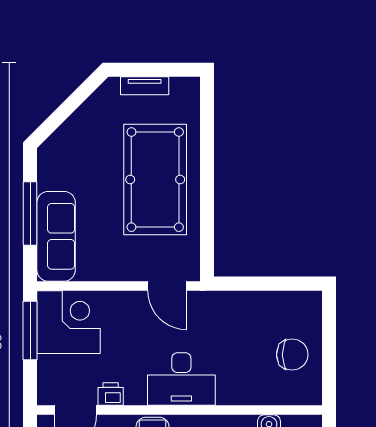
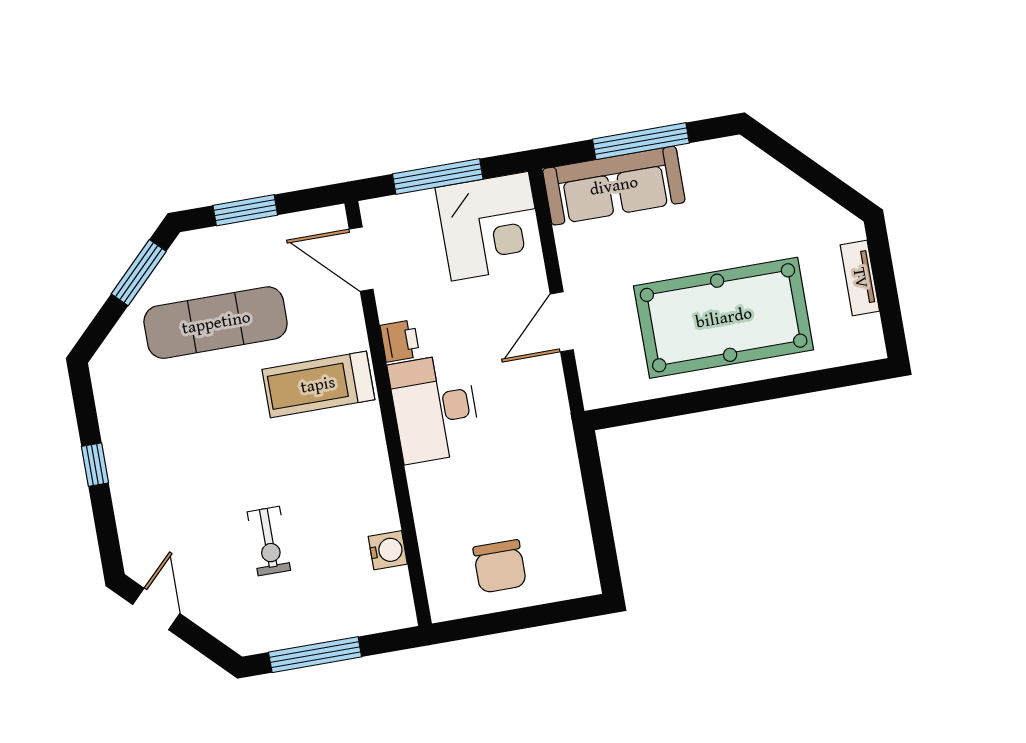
door: (167, 286) -> (562, 322), moved
window: (30, 330) -> (438, 177), moved
printer: (111, 394) -> (400, 341), moved

